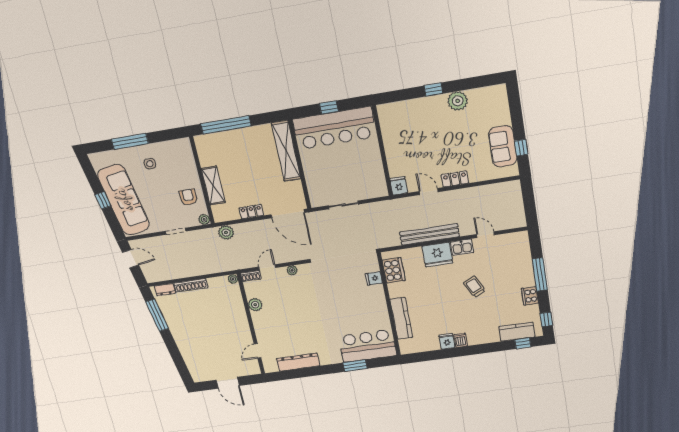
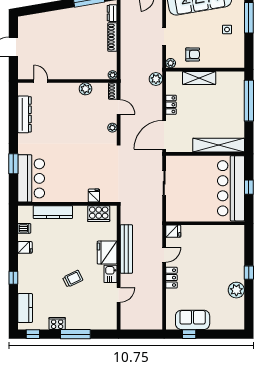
dishwasher: (461, 340) -> (24, 228), moved
window: (523, 343) -> (13, 278), moved

